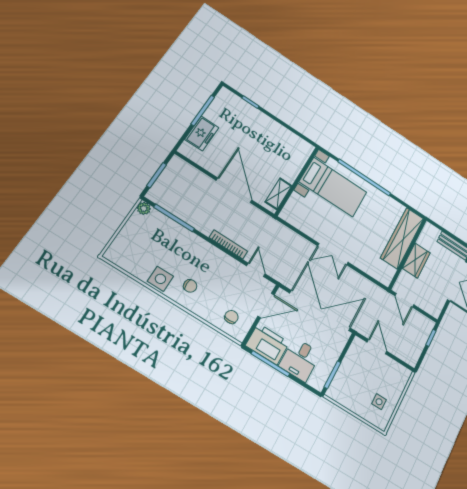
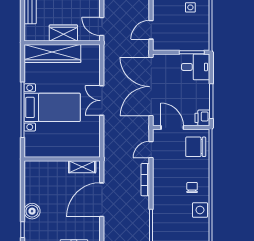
boiler: (263, 122) -> (32, 211), added
bed with nightstands: (333, 187) -> (52, 107), moved, turned 90
double door: (333, 254) -> (102, 101), swing flipped
door: (404, 300) -> (102, 26), swing flipped
chair: (231, 317) -> (196, 147), width x1.87, depth x1.87
printer: (268, 344) -> (202, 118), width x0.53, depth x0.68
desk: (300, 360) -> (196, 67), moved

